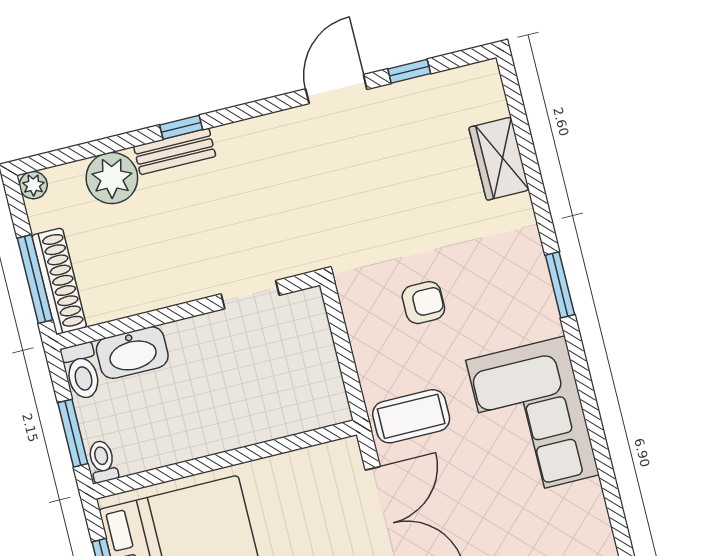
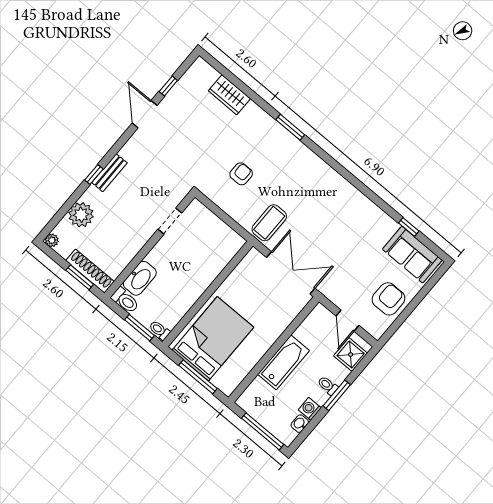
bench: (175, 151) -> (109, 173), moved
window: (35, 279) -> (80, 277), width x0.69
corner sofa: (532, 417) -> (318, 188), removed

